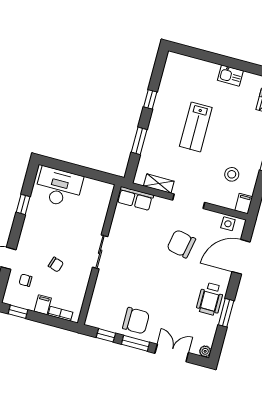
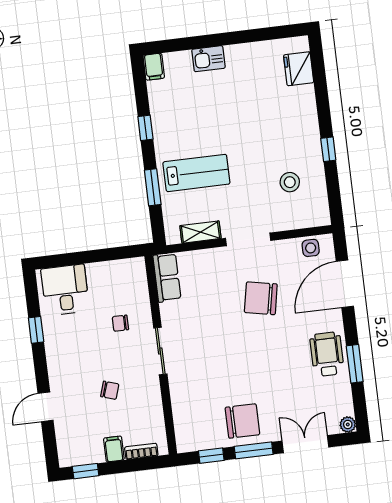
kitchen sink: (230, 76) -> (208, 59), moved
lab bench: (196, 127) -> (196, 173), moved, turned -90
desk: (59, 187) -> (65, 290), width x0.73
row of seats: (135, 198) -> (167, 278), moved, turned -90
filing cabinet: (244, 204) -> (154, 67), moved, turned 180
chair: (26, 280) -> (120, 323), moved
wheelchair: (210, 299) -> (327, 354), turned 180

